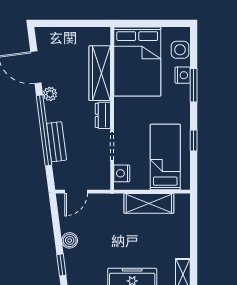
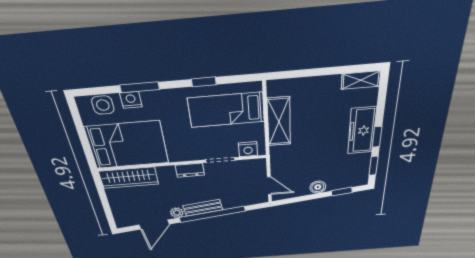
wardrobe: (100, 73) -> (129, 178), moved
bench: (57, 142) -> (203, 208), moved

